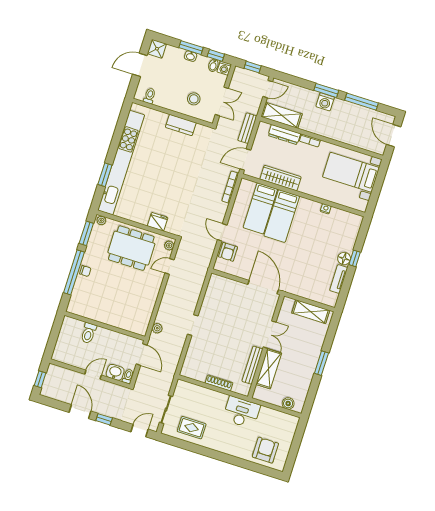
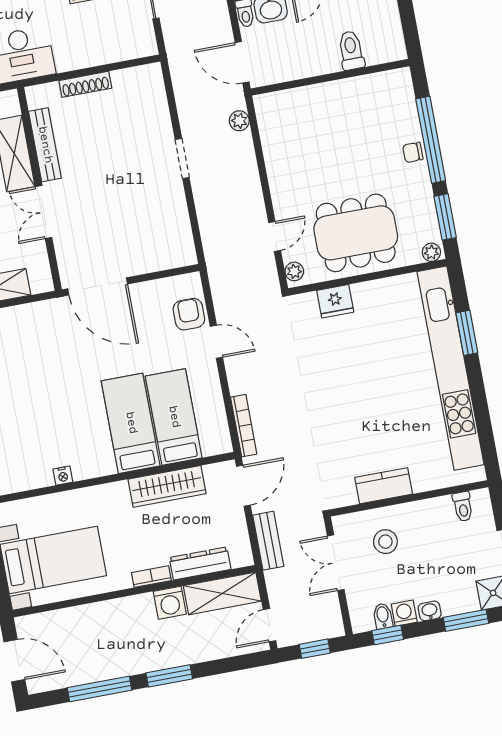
window: (191, 48) -> (466, 620), moved
washing machine: (224, 68) -> (404, 613), moved
washing machine: (325, 102) -> (170, 603), moved, turned 180

